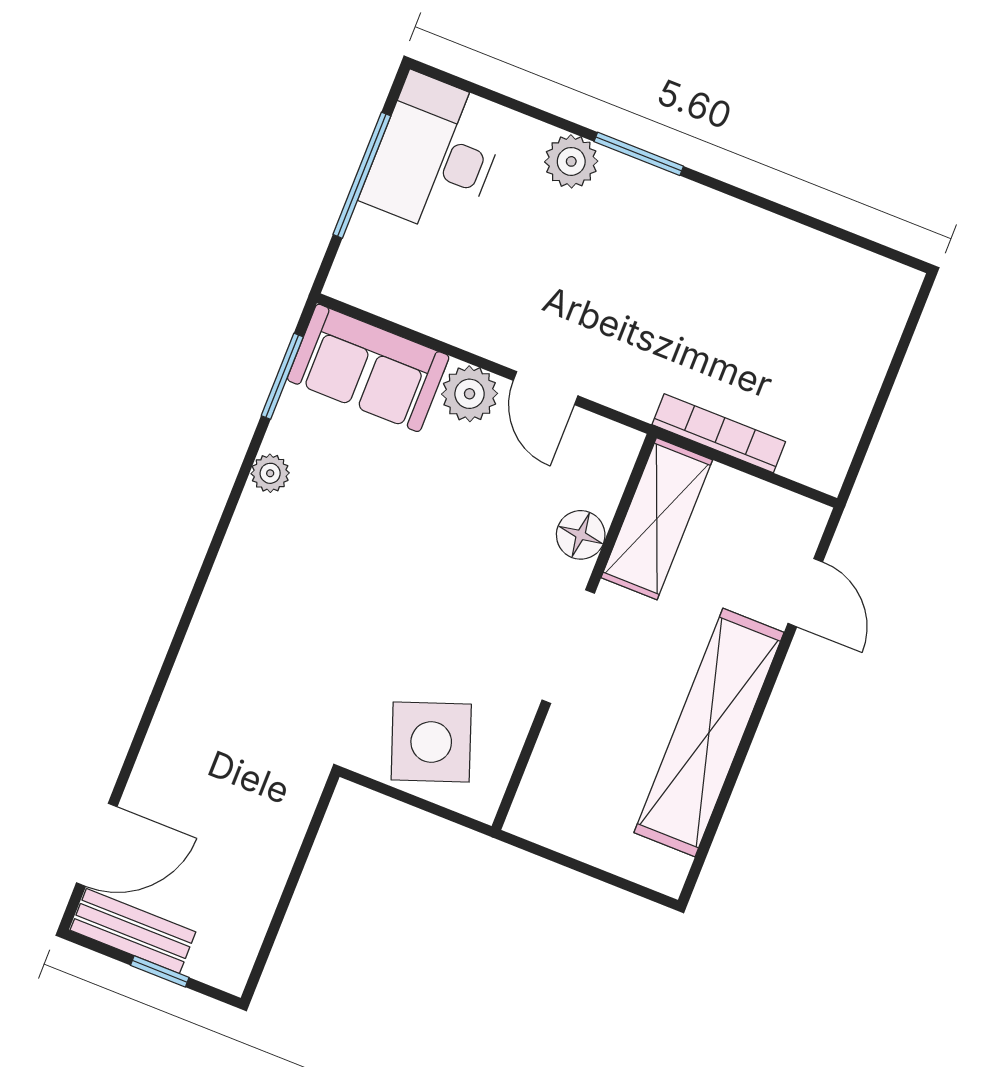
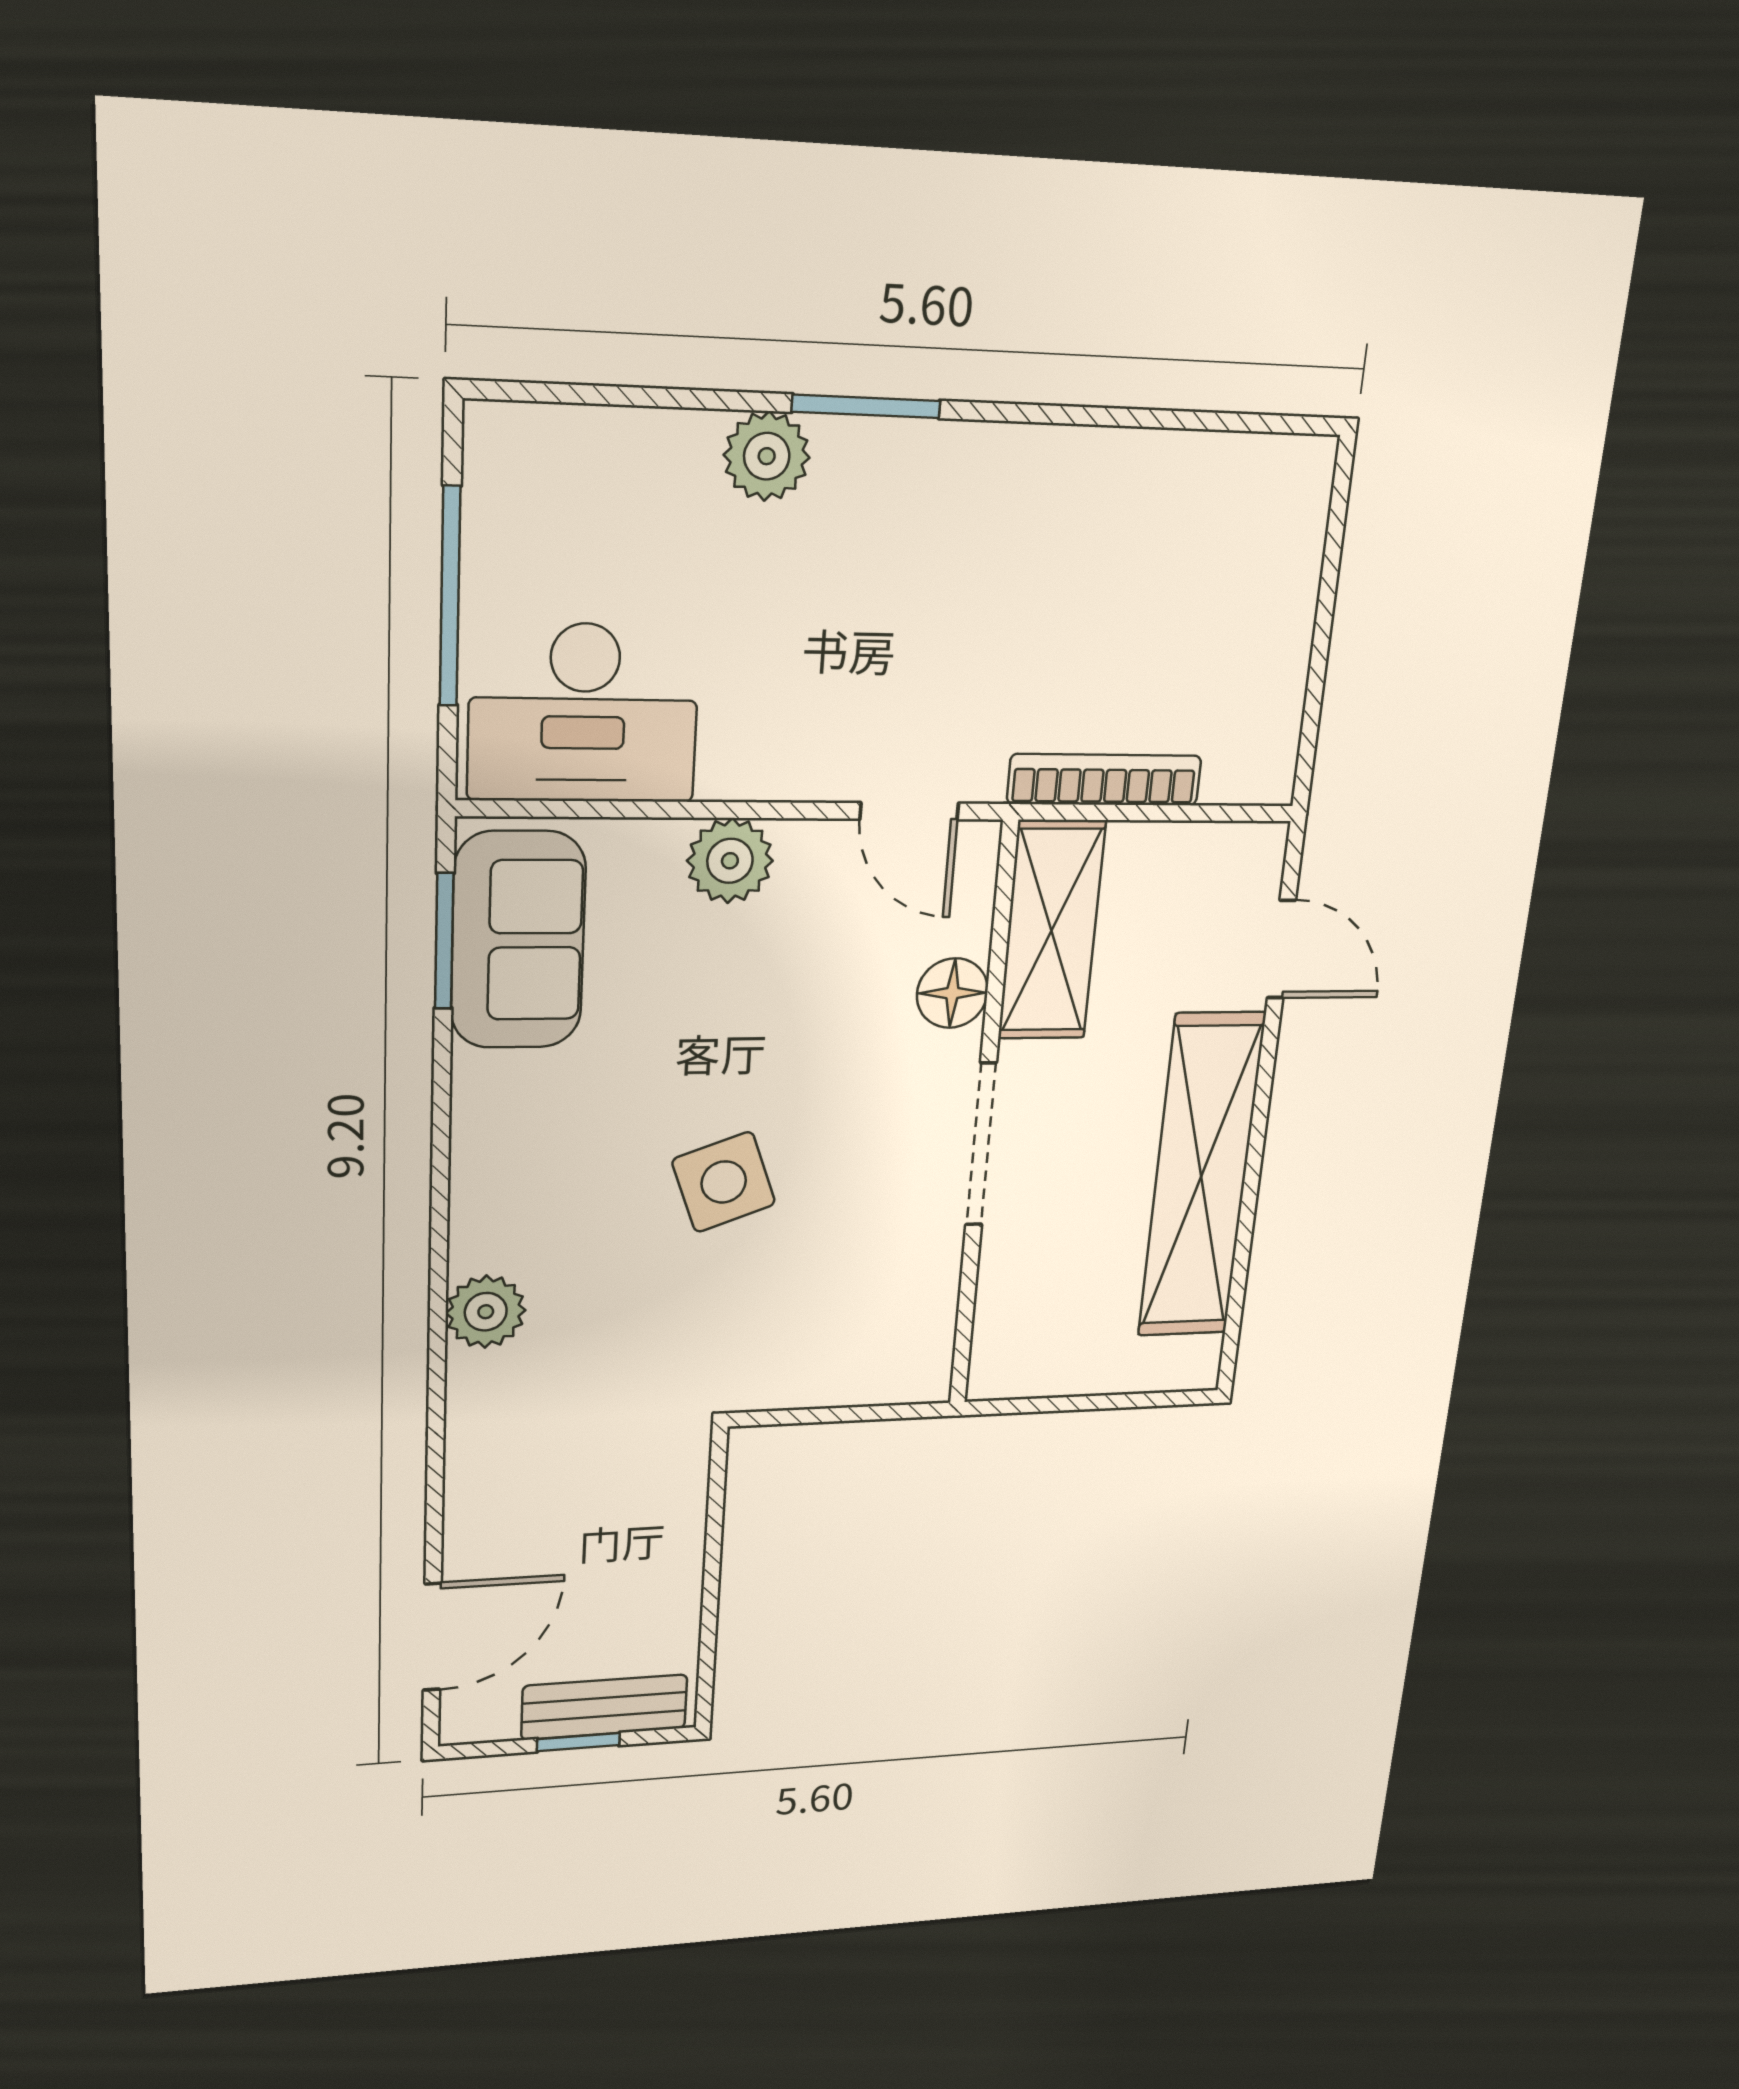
desk: (435, 155) -> (583, 713), moved, turned -90
sofa: (368, 368) -> (518, 940), moved, turned -90
door: (546, 388) -> (909, 811), moved
plant: (270, 473) -> (486, 1312), moved, width x1.38, depth x1.38
side table: (431, 742) -> (724, 1182), moved, width x0.73, depth x0.73
bench: (133, 931) -> (604, 1707), moved

